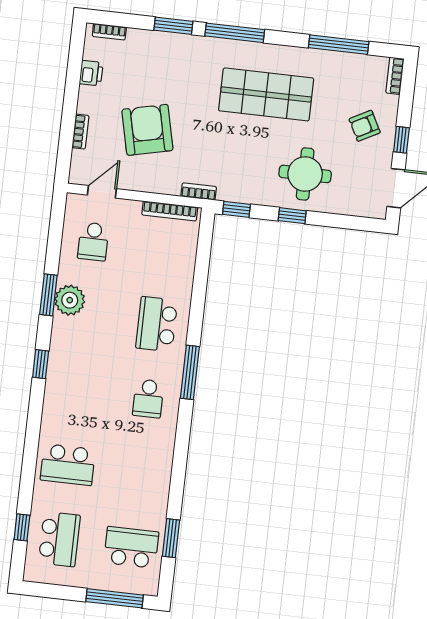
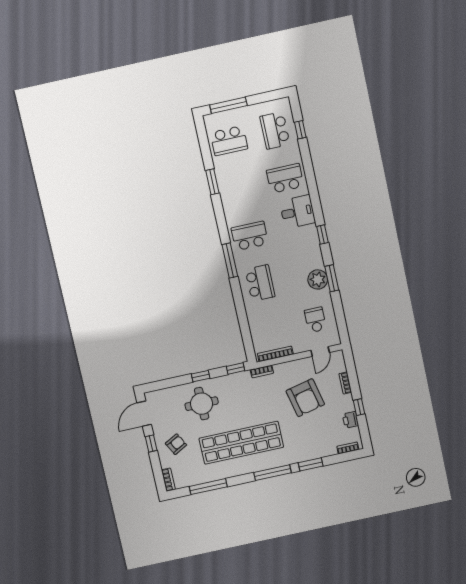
window: (72, 88) -> (359, 407), added
shop shelf: (266, 94) -> (241, 443), width x1.40
school desk: (148, 399) -> (250, 236), width x1.85
desk: (66, 410) -> (297, 212), added
window: (171, 538) -> (212, 182), moved

